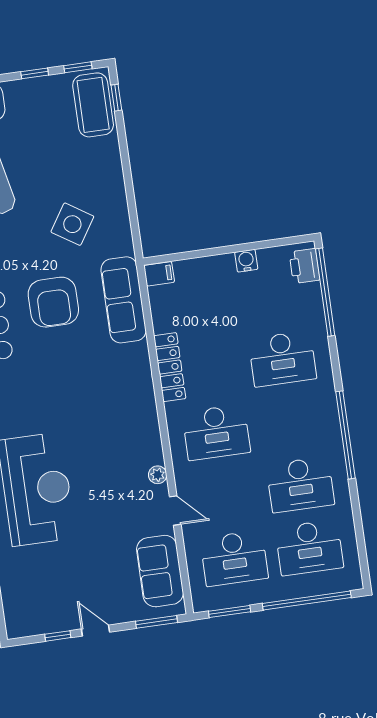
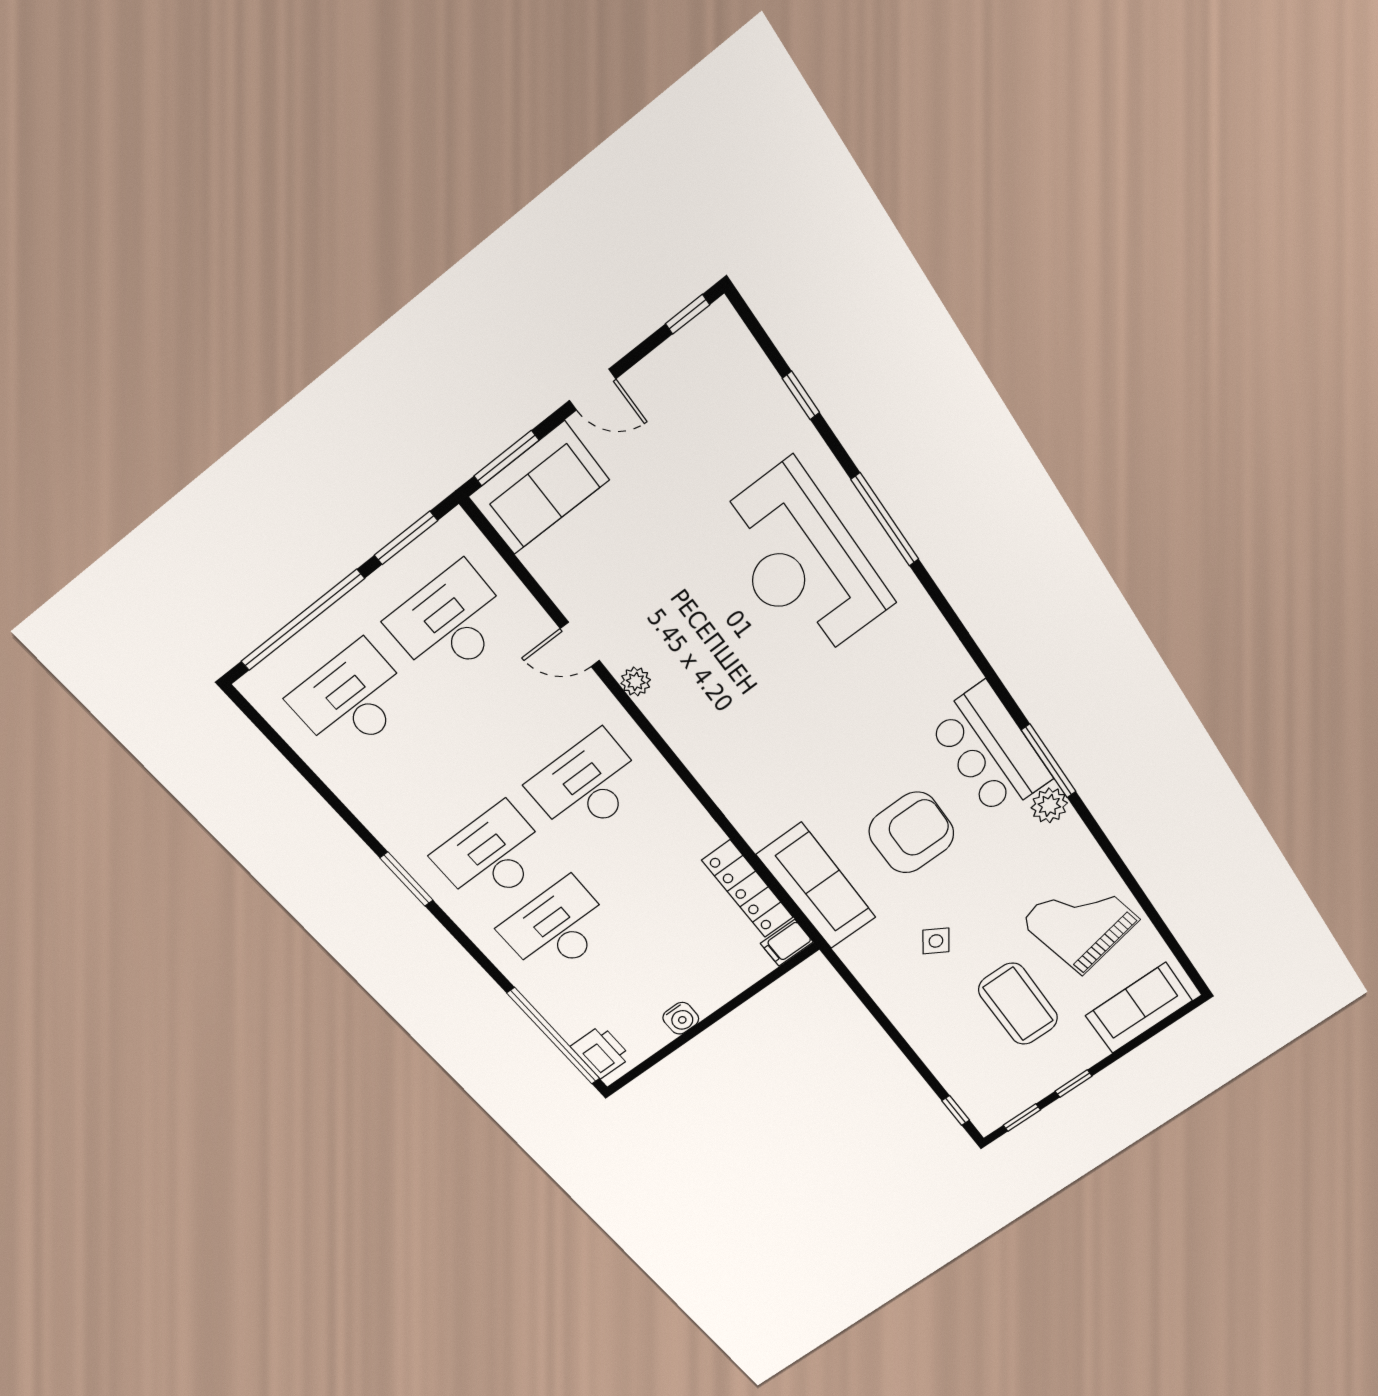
coffee table: (93, 105) -> (1018, 1004), moved
side table: (72, 224) -> (936, 941), width x0.54, depth x0.54
armchair: (53, 302) -> (911, 833), turned 90
locker: (170, 367) -> (748, 889), moved
window: (345, 435) -> (407, 879), width x0.47
desk: (300, 485) -> (492, 856), moved
sofa: (160, 571) -> (539, 488), moved, turned 90
window: (58, 636) -> (688, 314), moved

